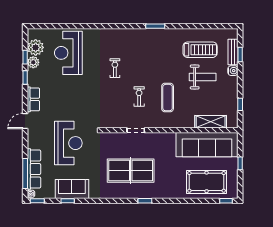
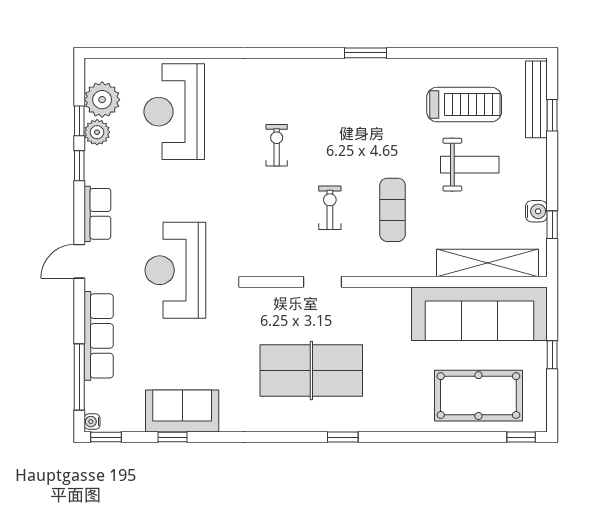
bench: (233, 52) -> (536, 99), width x1.36
water cooler: (233, 71) -> (536, 211), moved
shelving: (211, 122) -> (487, 263), width x1.47
reception desk: (68, 143) -> (175, 270), moved, turned 180
row of seats: (34, 169) -> (99, 336), moved

